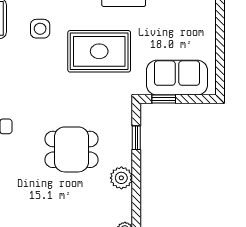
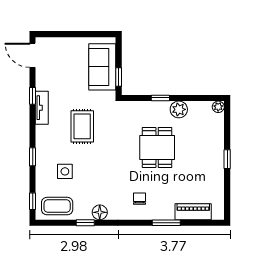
rug: (99, 51) -> (82, 126), width x0.73, depth x0.70
window: (136, 138) -> (160, 98), moved

